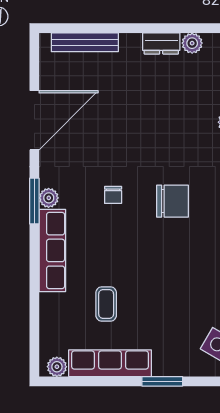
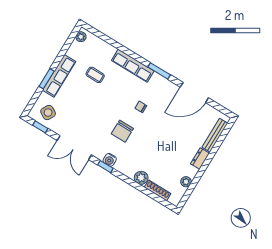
dresser: (161, 44) -> (200, 158), moved
door: (34, 120) -> (194, 92), hinge flipped
plant: (49, 198) -> (157, 78), removed
row of seats: (110, 363) -> (59, 76), moved

